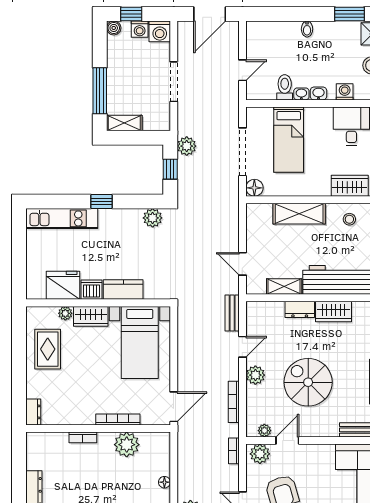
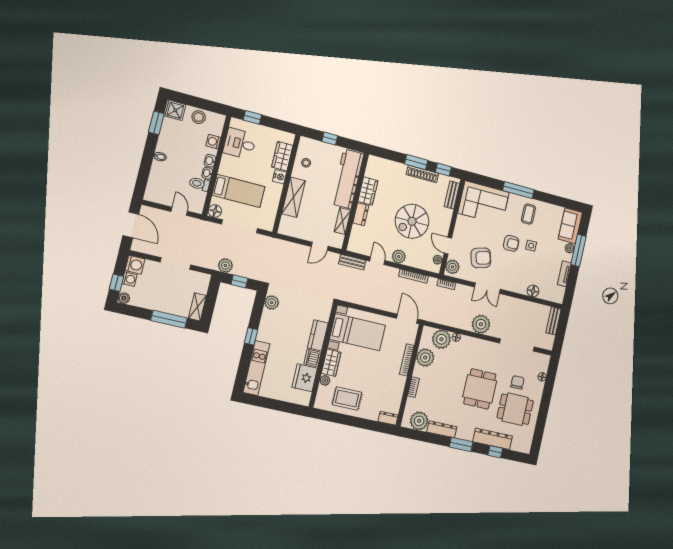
floor lamp: (254, 188) -> (215, 211), moved
nightstand: (321, 189) -> (280, 177), added
plant: (39, 456) -> (419, 421), added
plant: (157, 462) -> (441, 339), added

